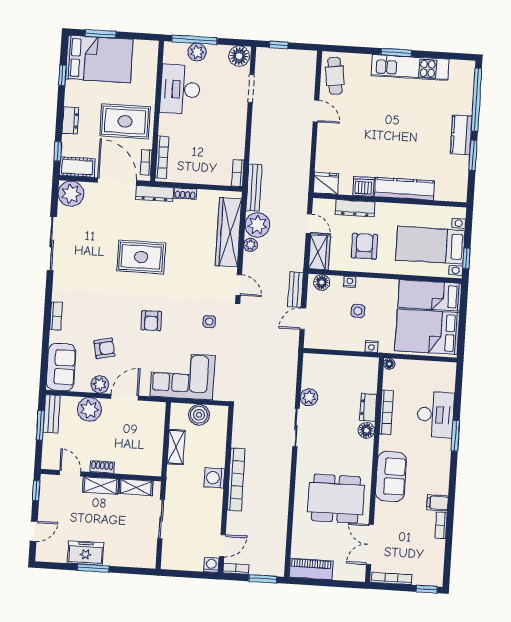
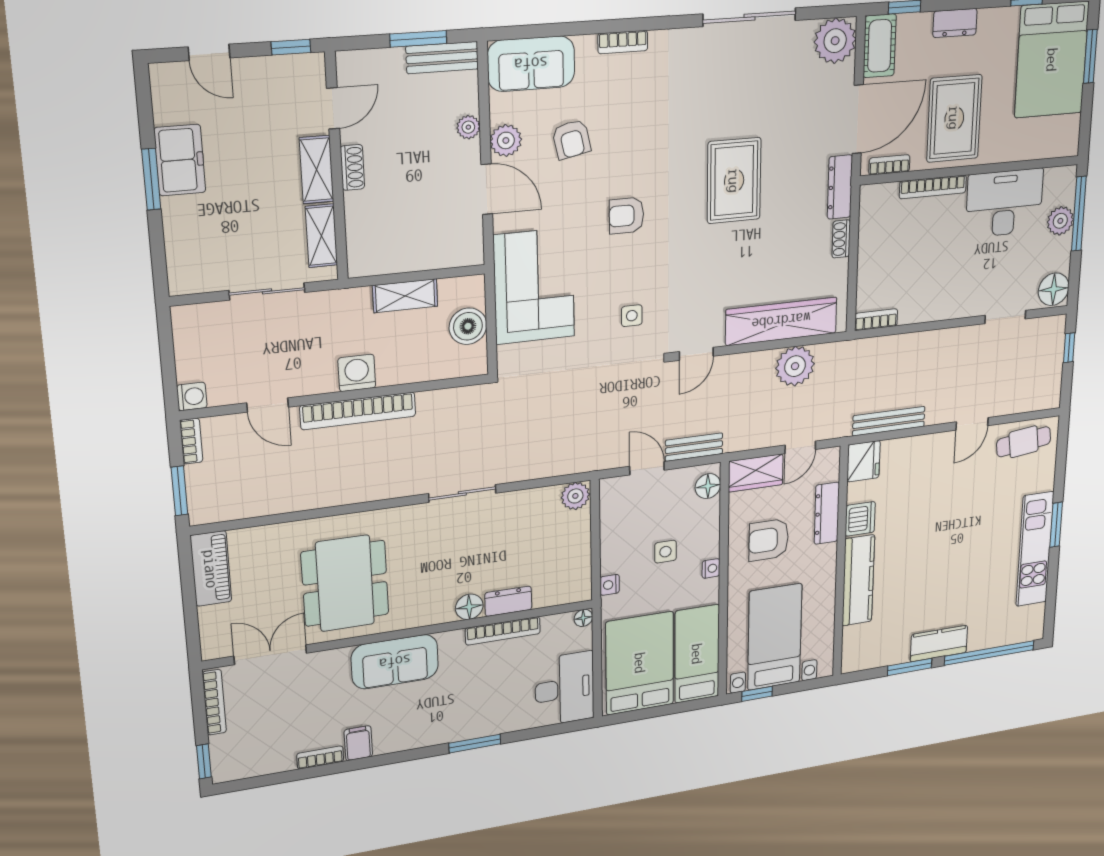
bookcase: (162, 157) -> (933, 187), moved
bench: (254, 188) -> (889, 421), moved
plant: (251, 245) -> (763, 361), removed
armchair: (364, 246) -> (769, 540), turned 180
nightstand: (350, 282) -> (711, 568), moved
plant: (309, 397) -> (575, 496), moved
plant: (89, 409) -> (468, 127), width x0.53, depth x0.53
desk: (435, 415) -> (565, 689), moved, turned -90
door: (222, 546) -> (268, 405), moved

